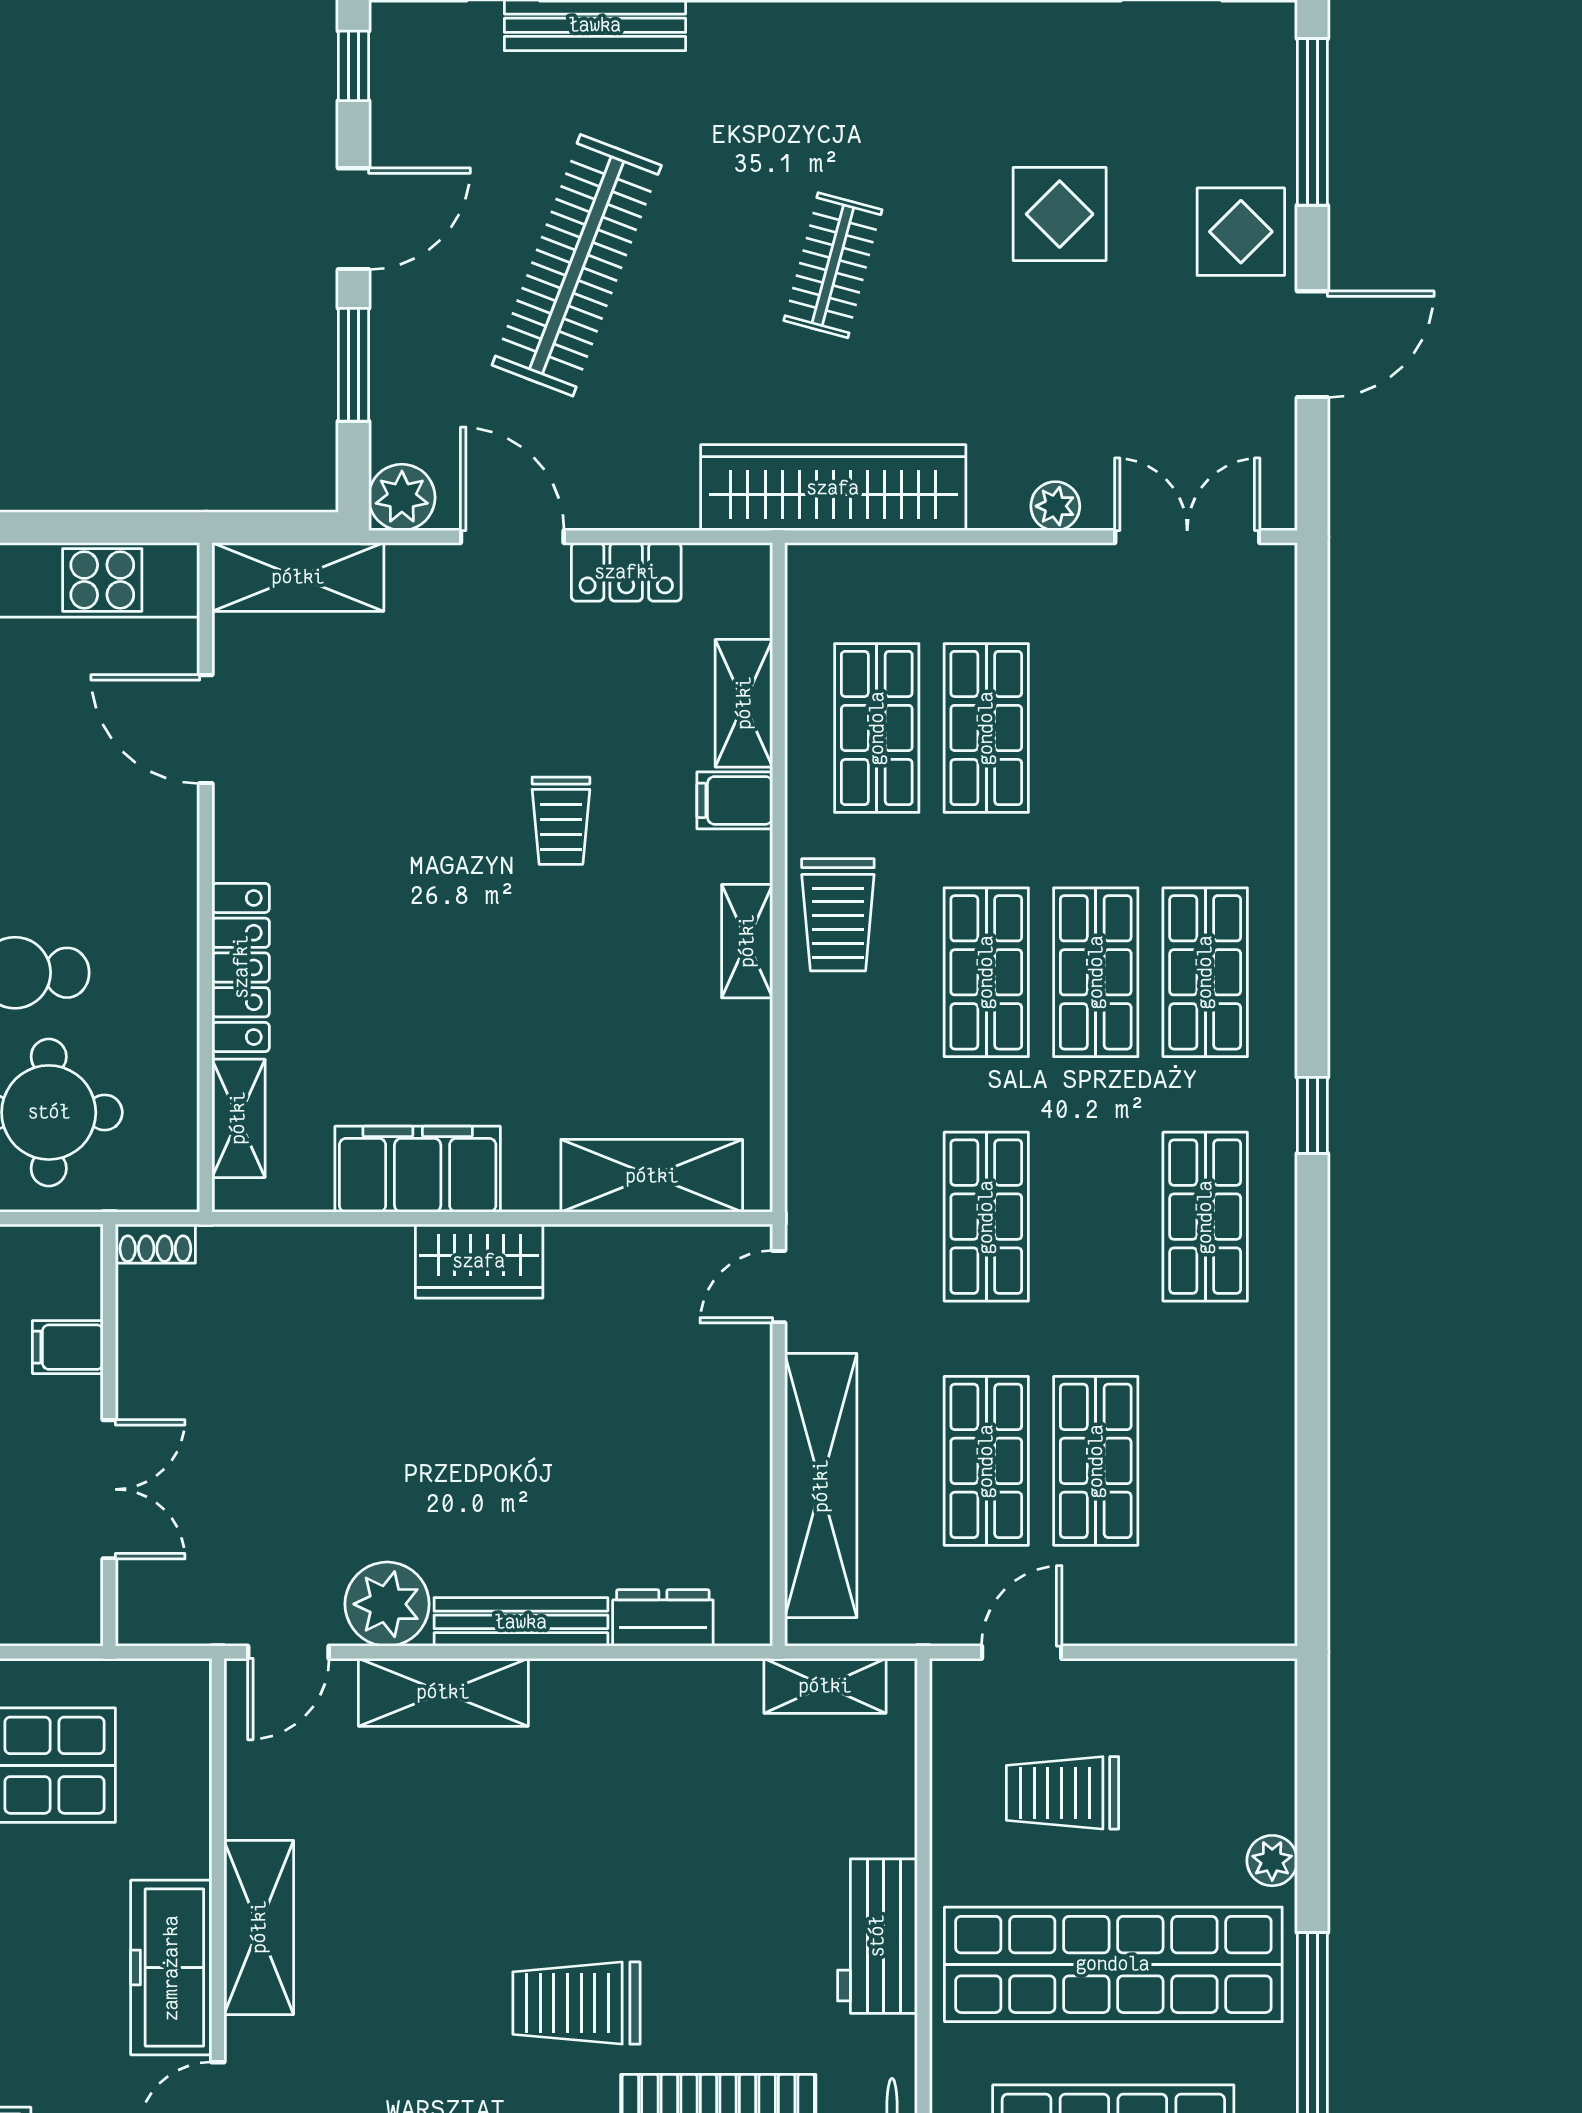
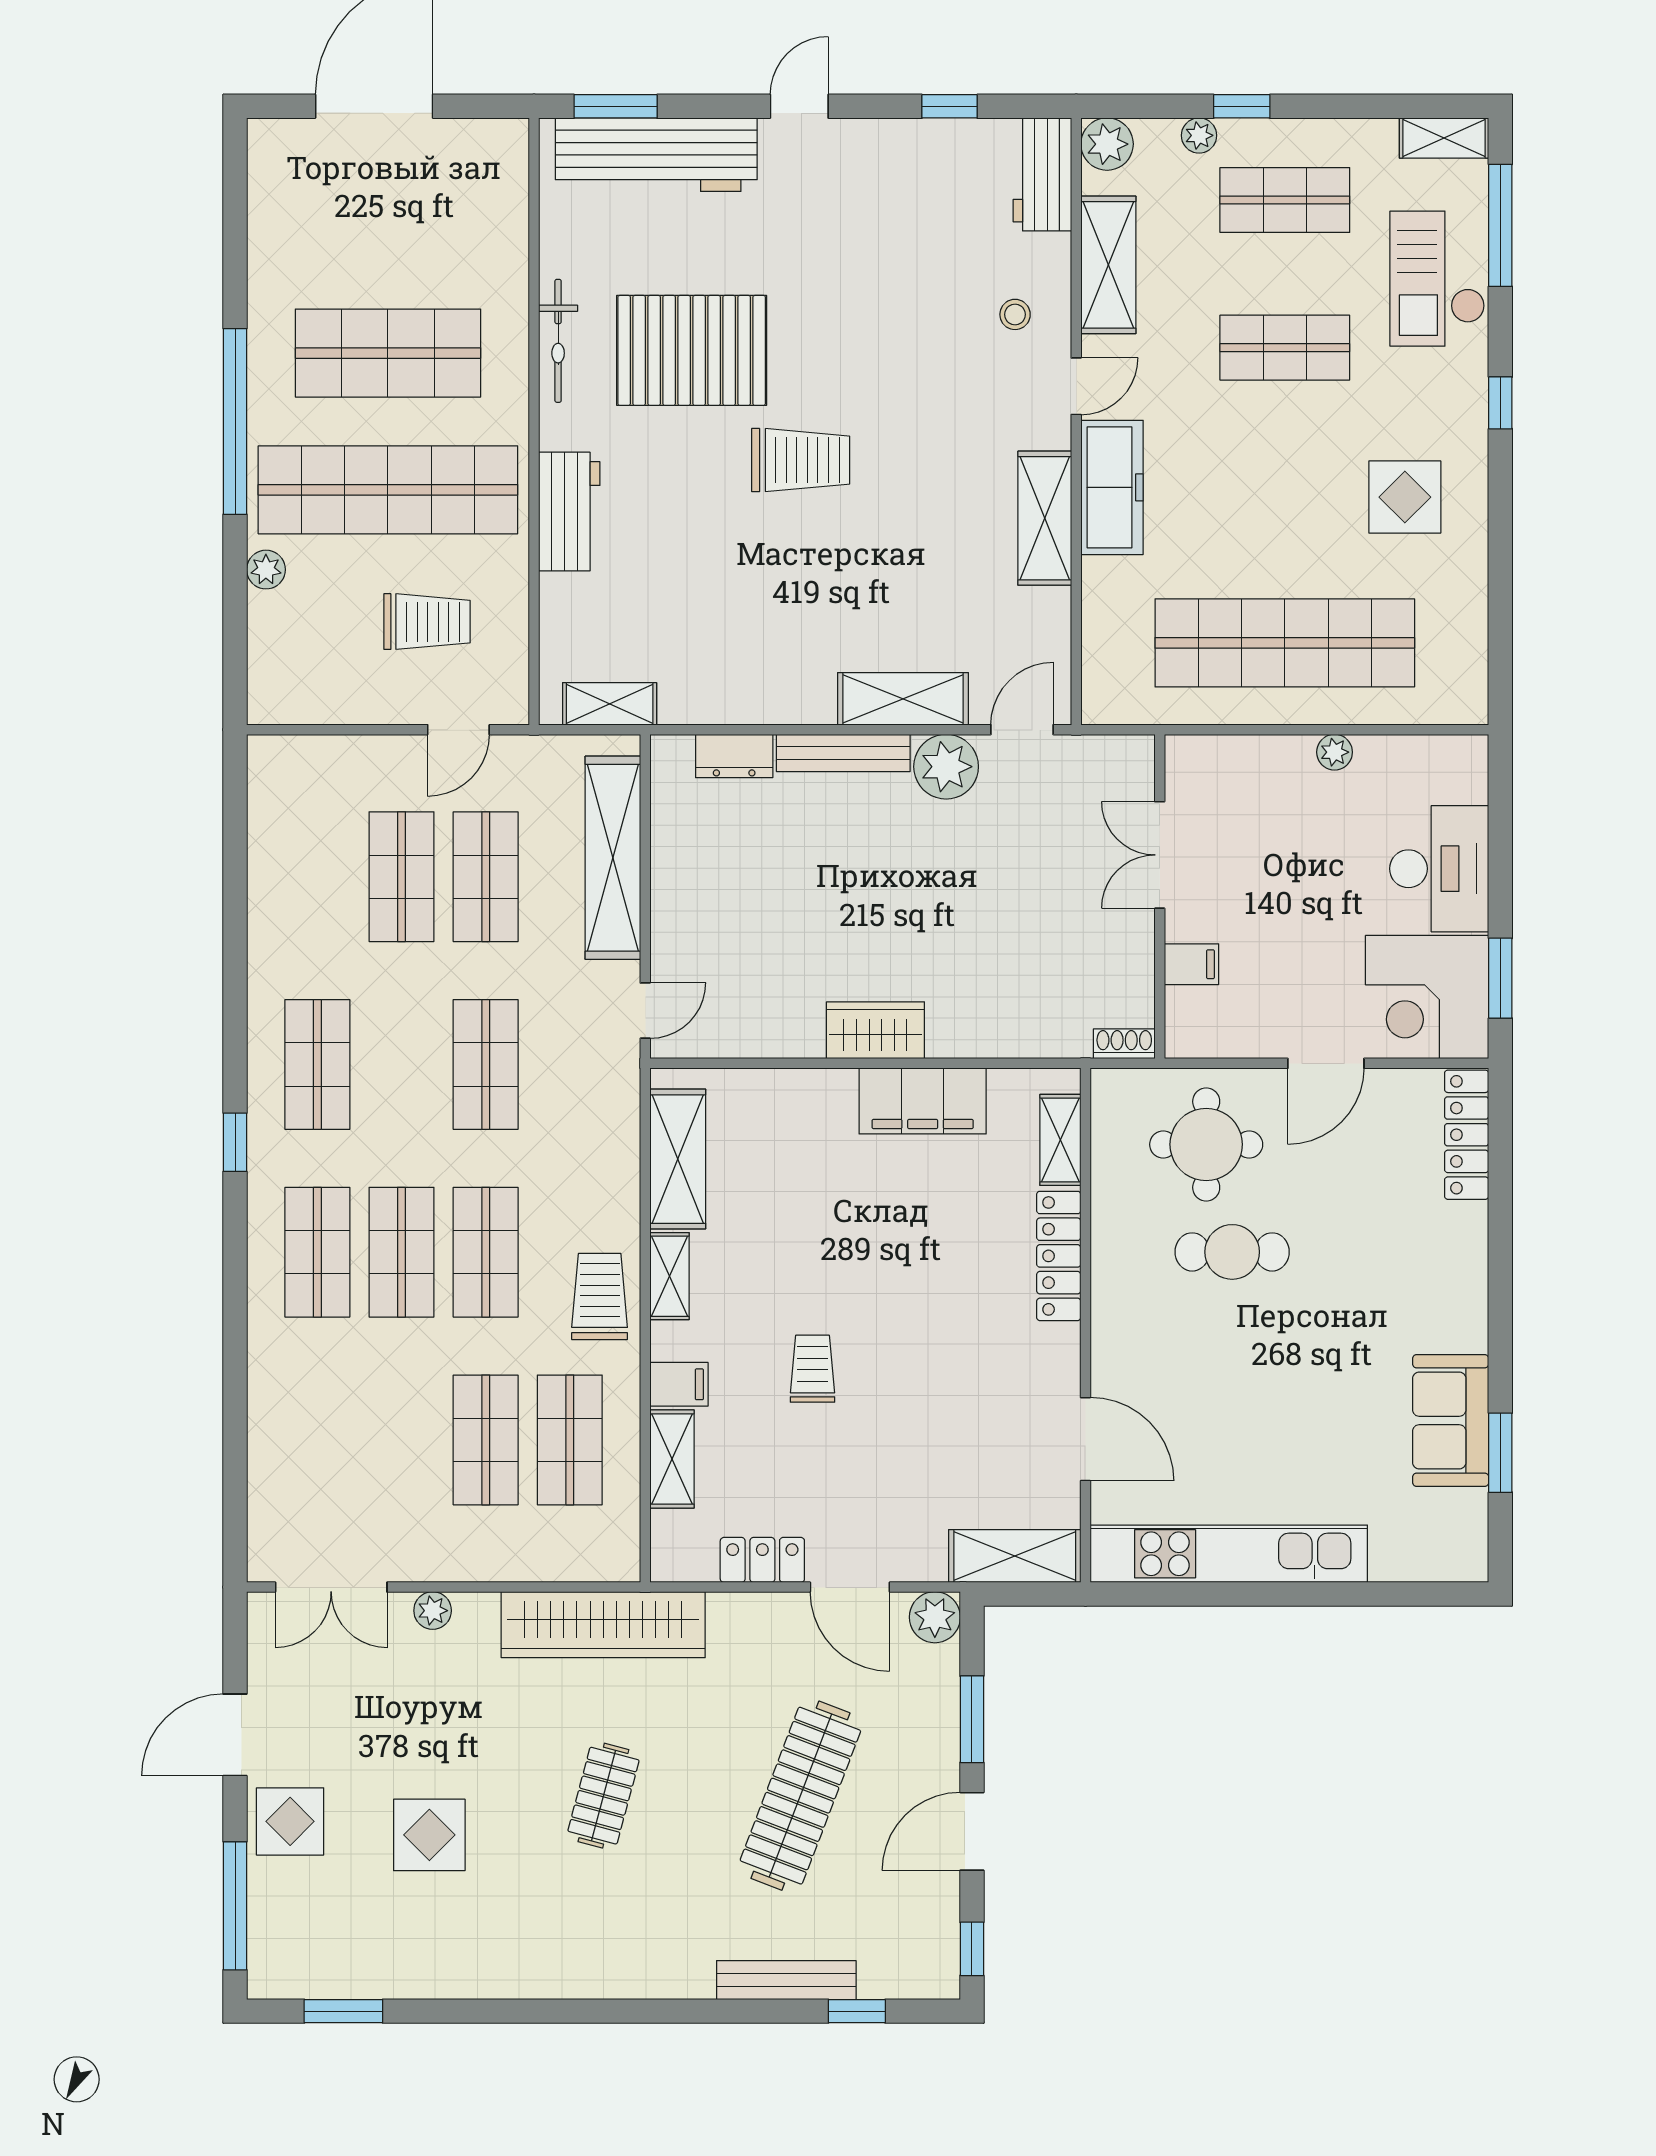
shelving: (652, 1176) -> (678, 1159), moved, turned 90

